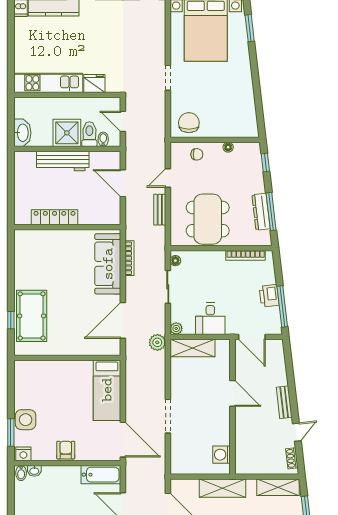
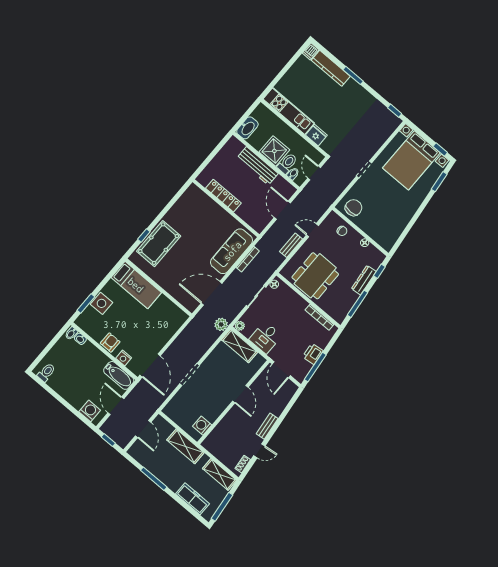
dresser: (261, 212) -> (364, 280), moved
bed: (107, 390) -> (136, 285), moved, turned -90
nightstand: (23, 454) -> (124, 358), moved

